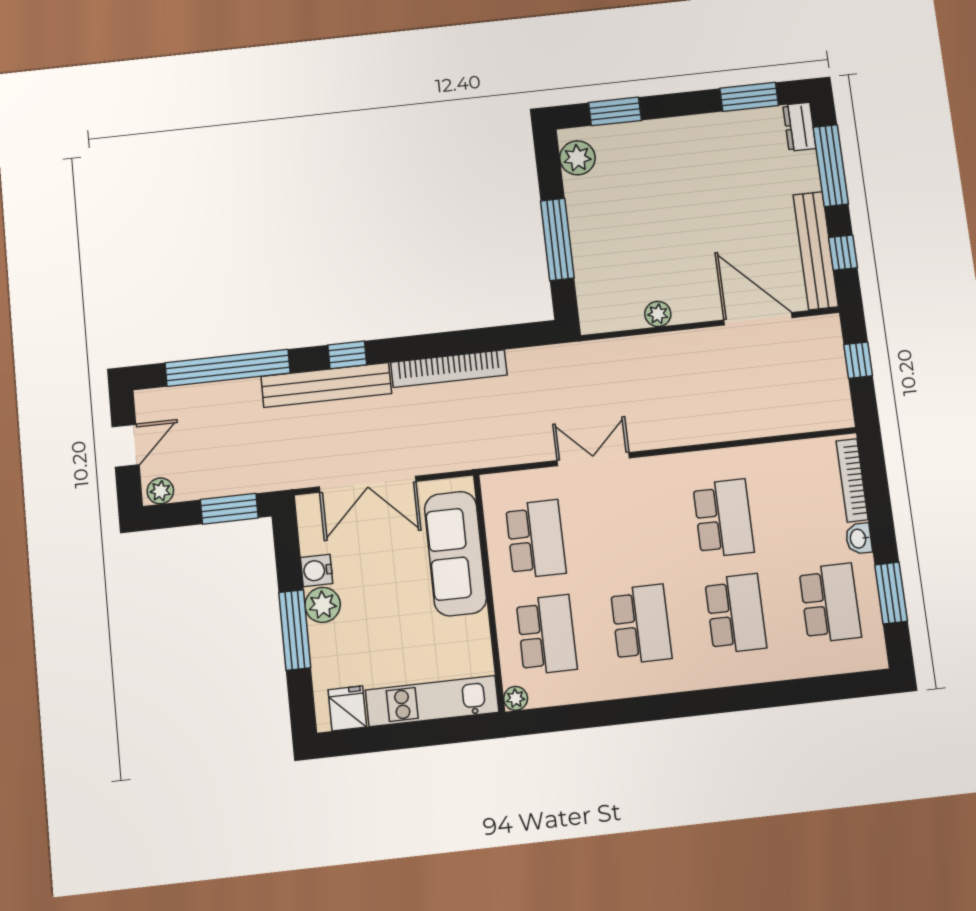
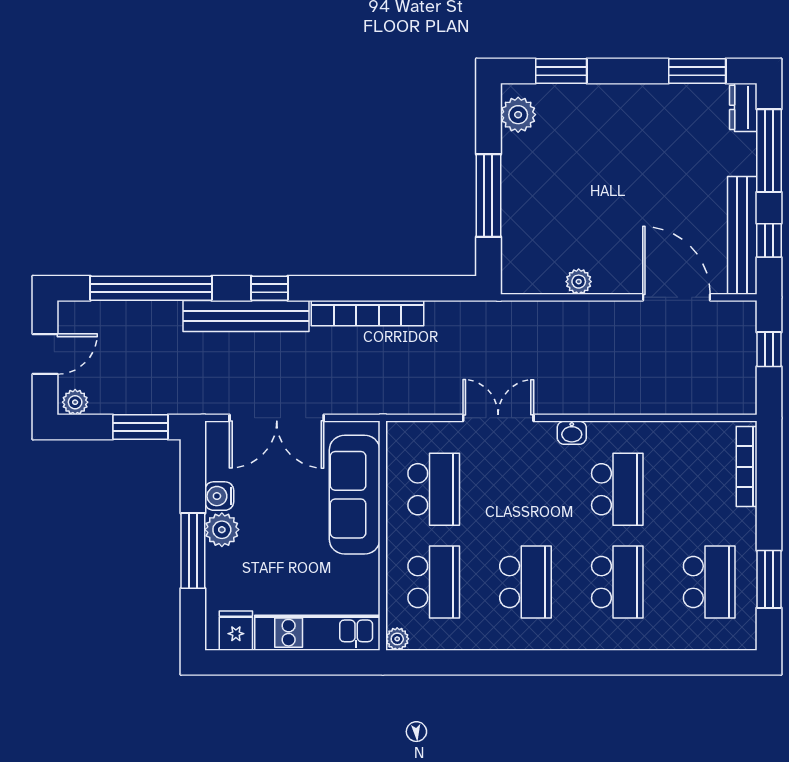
washbasin: (859, 539) -> (572, 433), moved, turned -90

